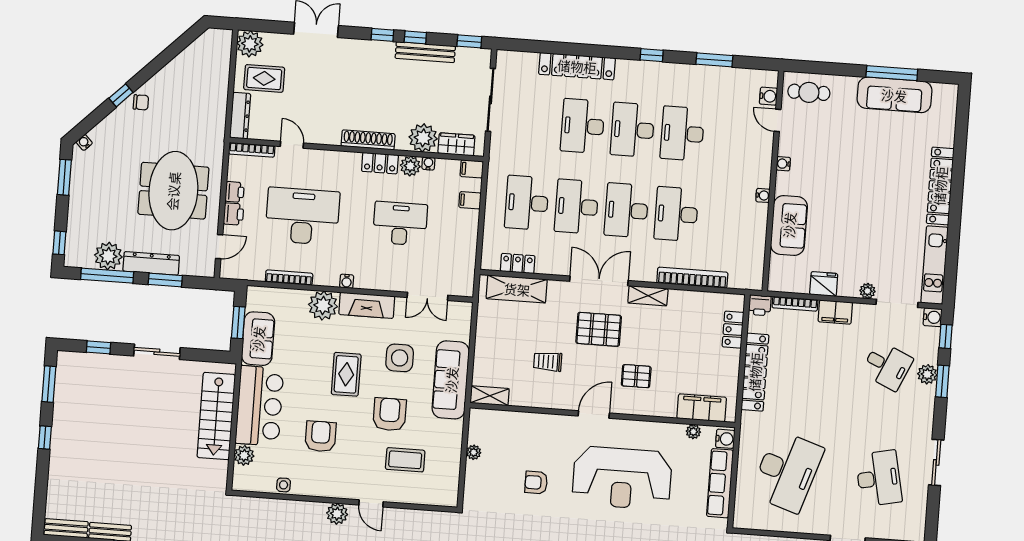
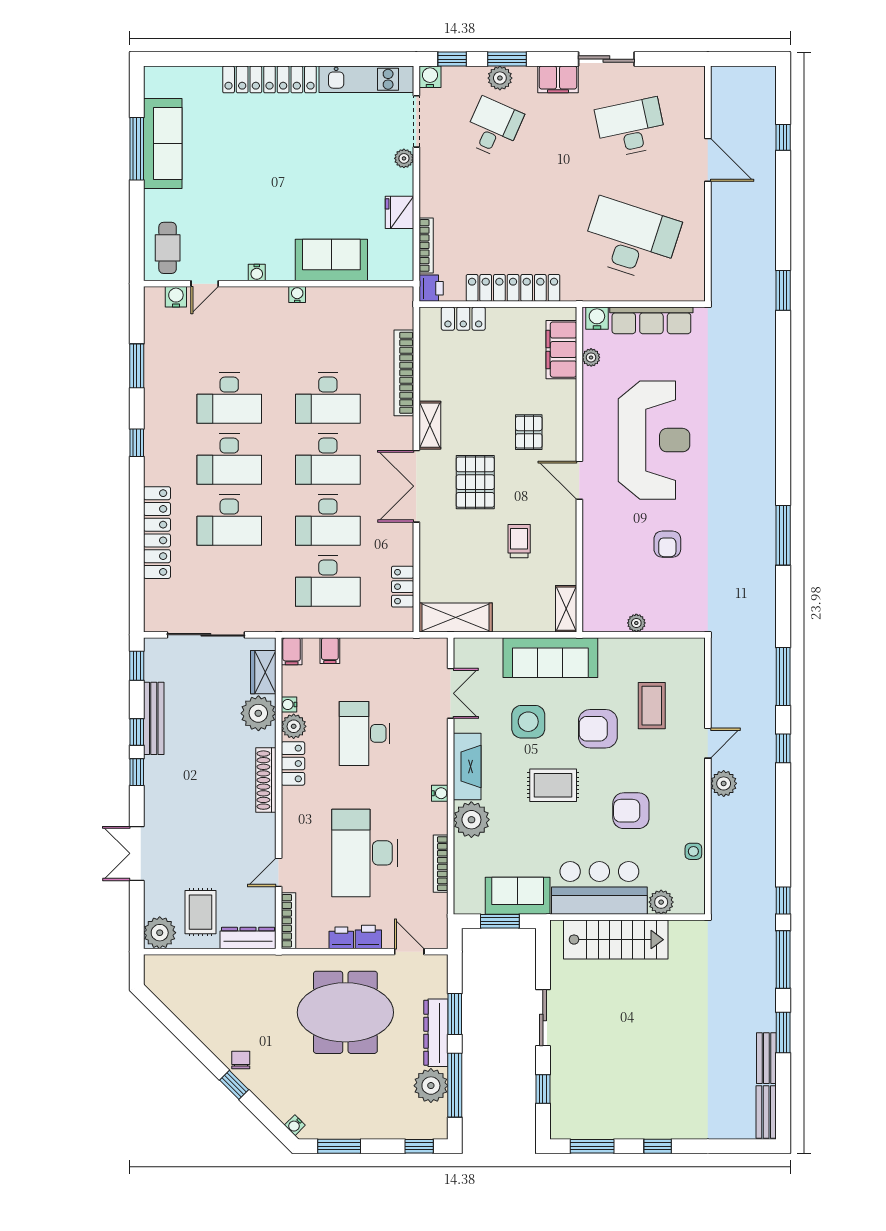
shelving: (517, 289) -> (456, 617), moved, turned 90
filing cabinet: (835, 312) -> (558, 79), moved, turned 90
trolley: (548, 362) -> (519, 541), turned 180

